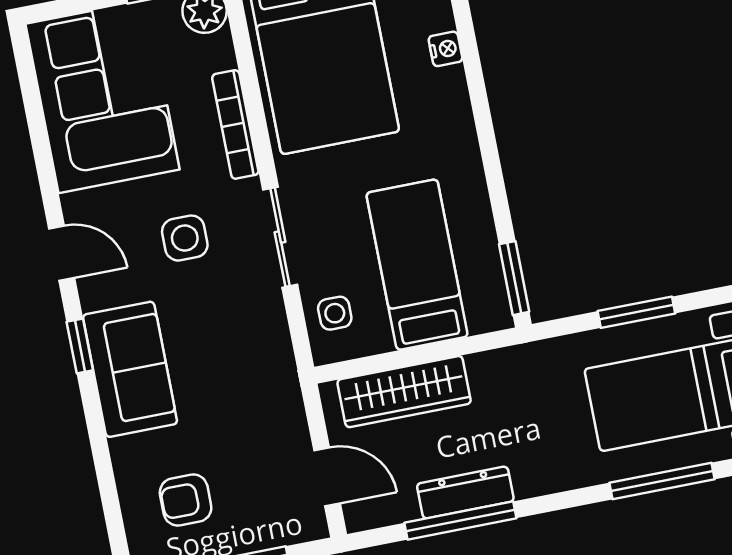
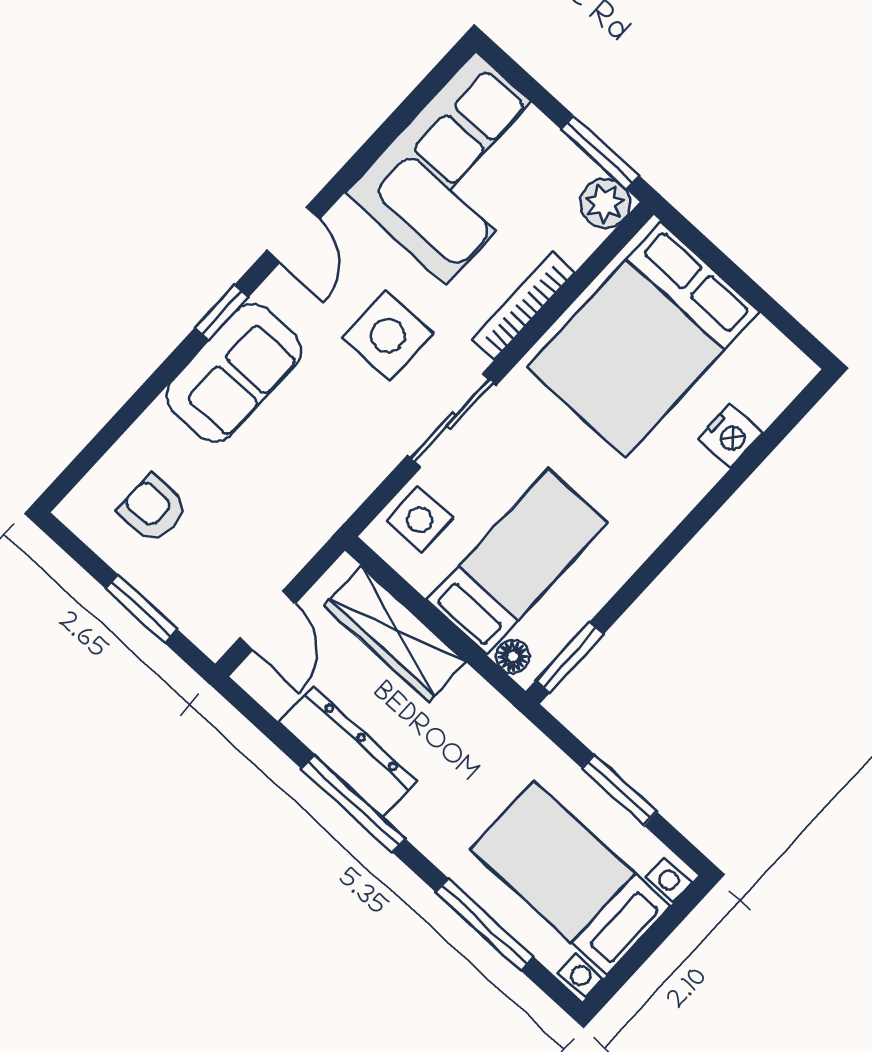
nightstand: (445, 49) -> (730, 436), width x1.39, depth x1.35
side table: (185, 238) -> (388, 335), width x1.37, depth x1.37
side table: (335, 313) -> (419, 520), width x1.37, depth x1.37
floor lamp: (483, 318) -> (513, 656), added
dresser: (465, 493) -> (348, 752), width x1.37, depth x1.24
window: (460, 521) -> (354, 804), moved

